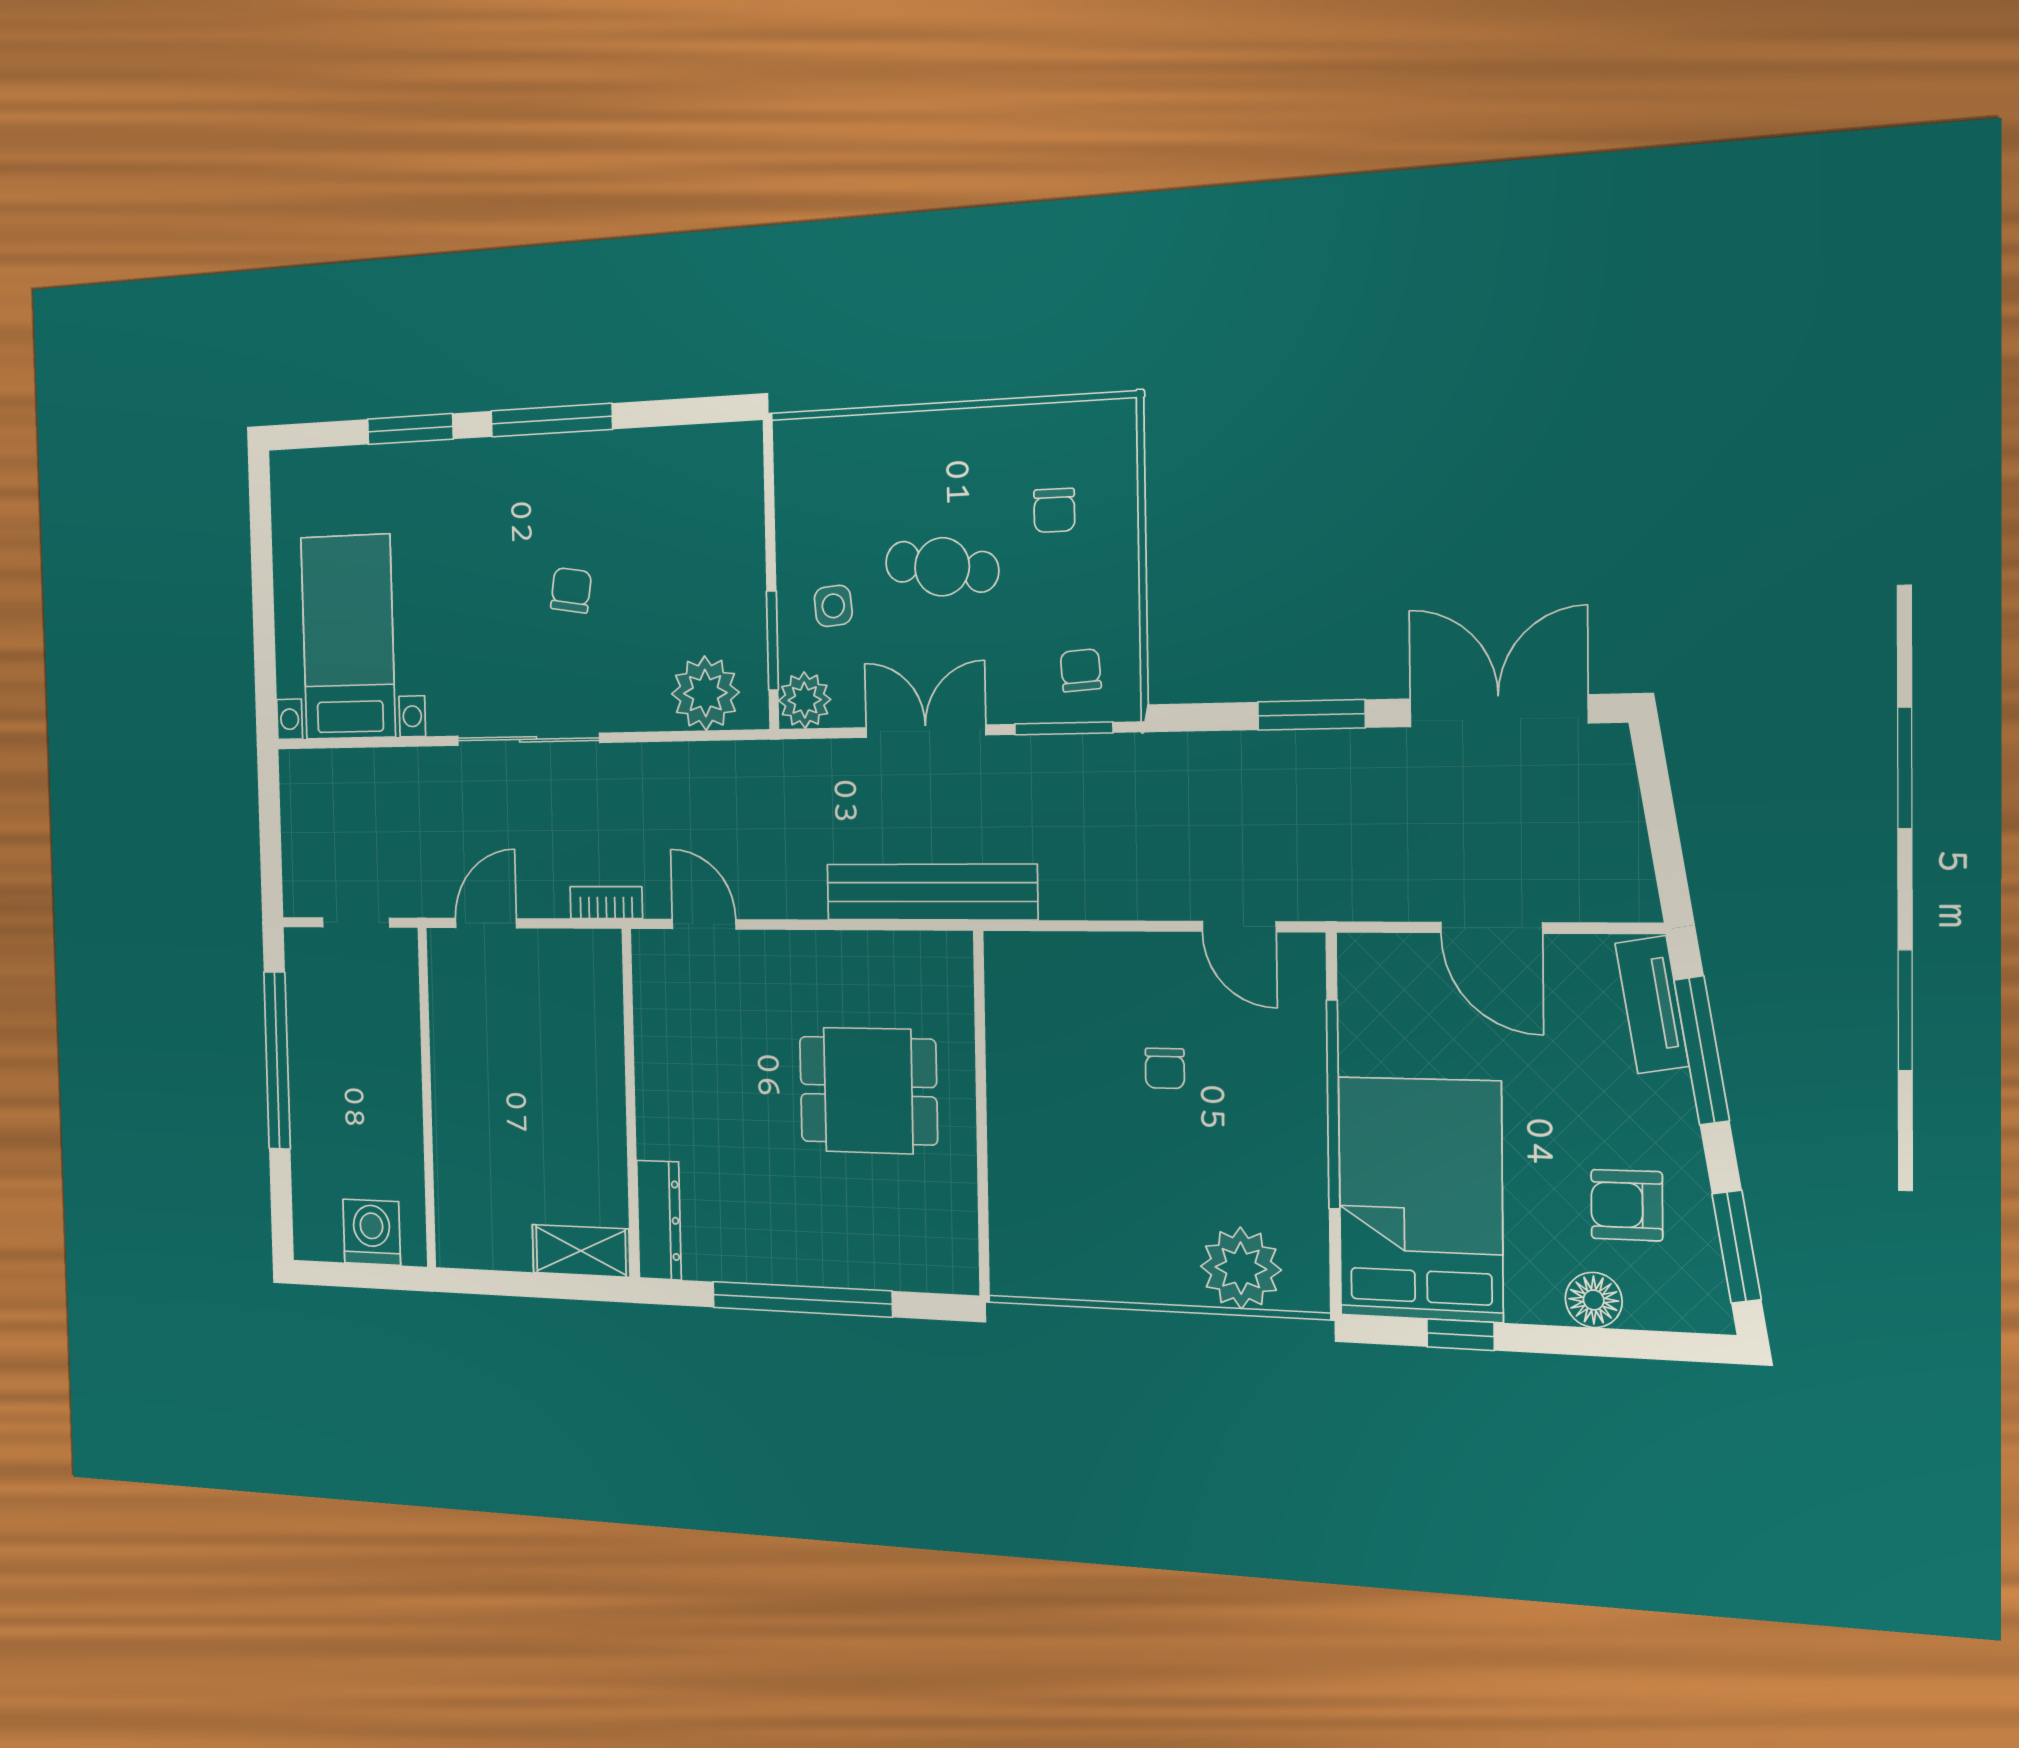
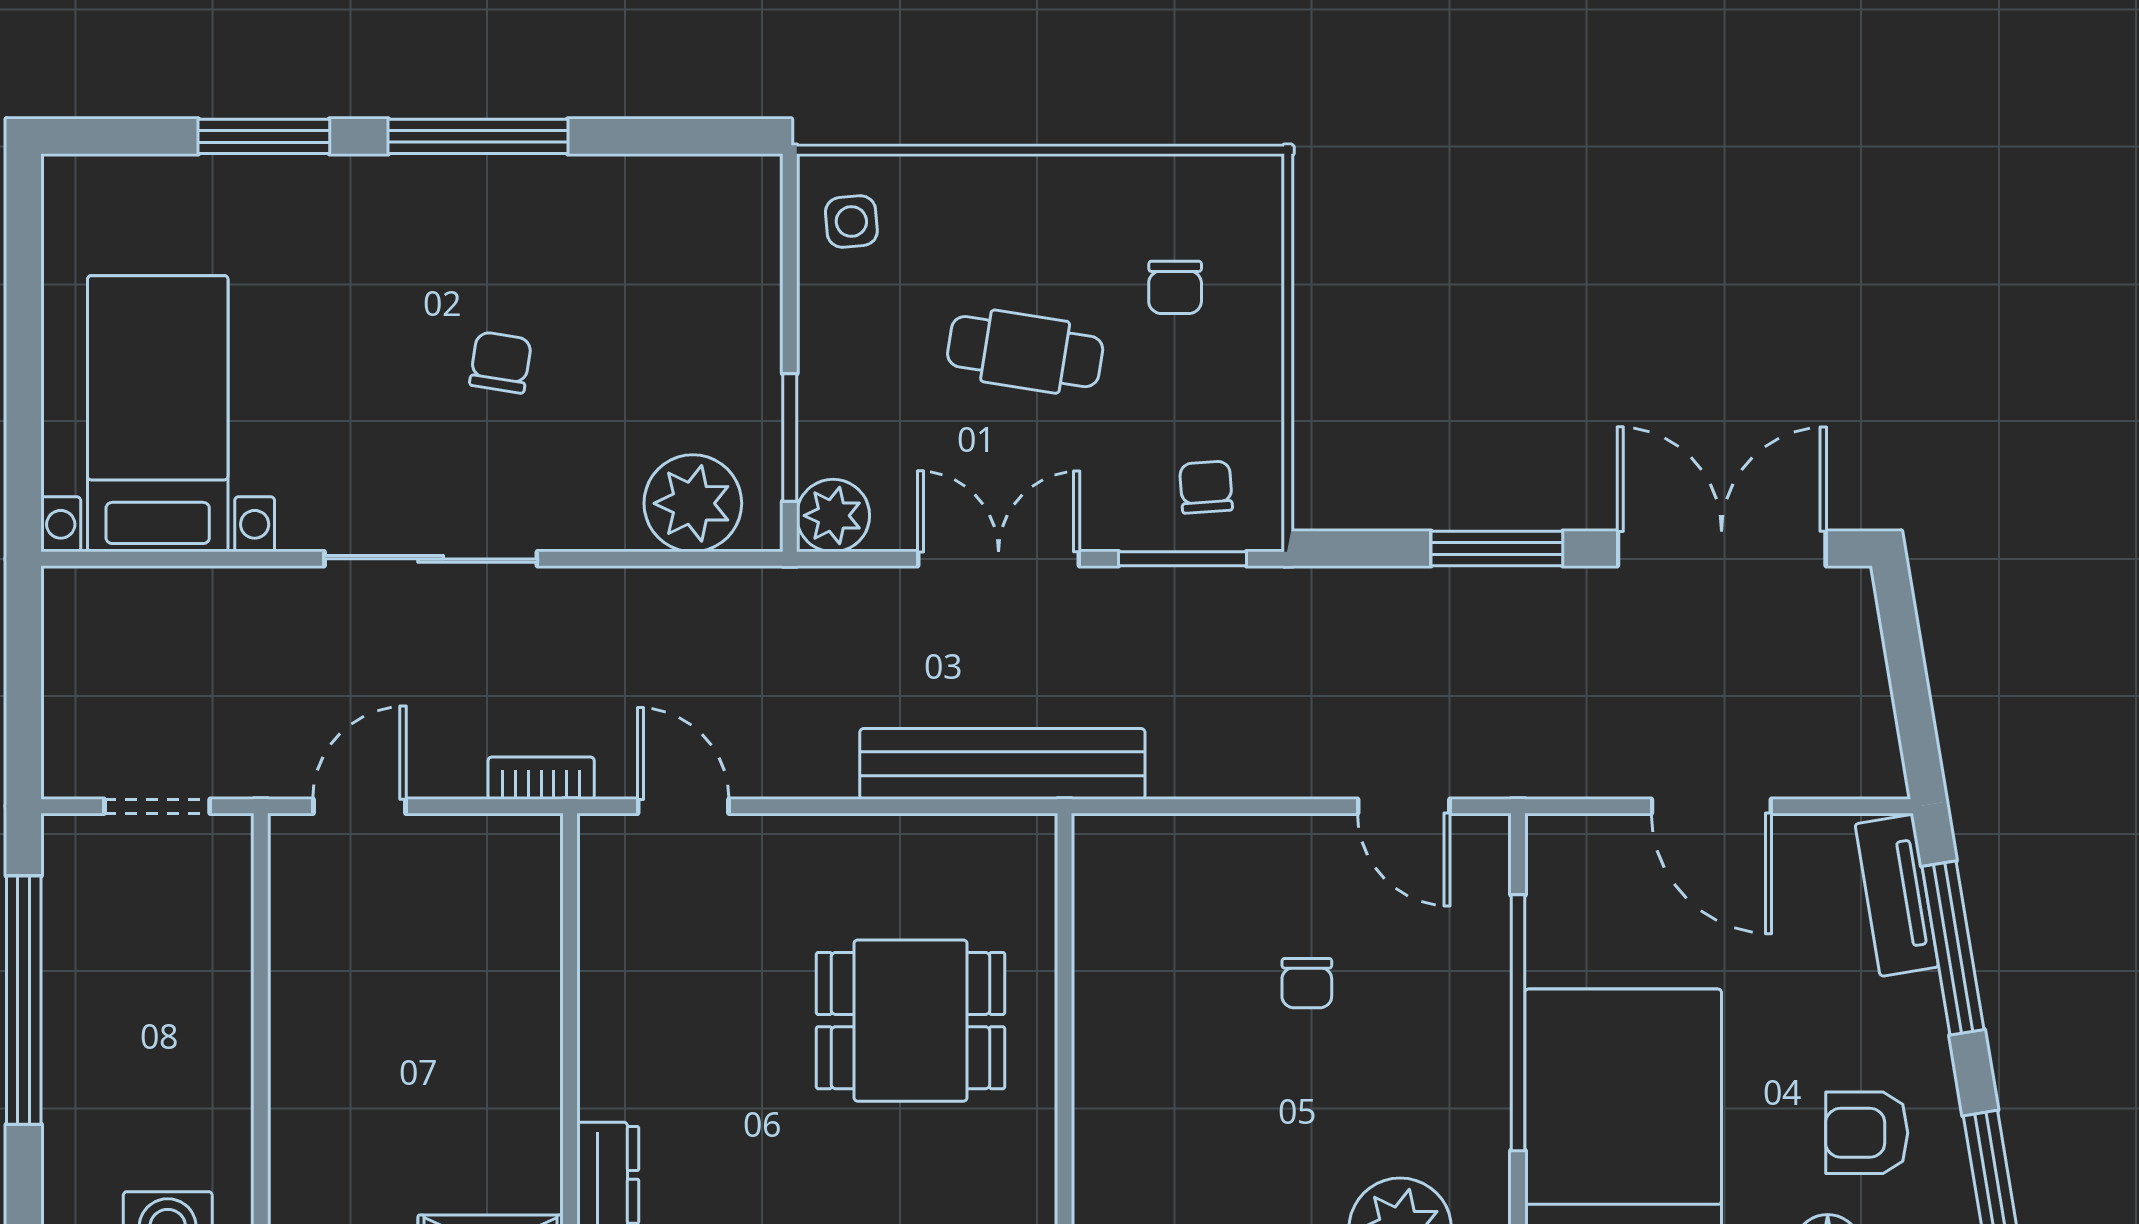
side table: (833, 606) -> (851, 221), moved

